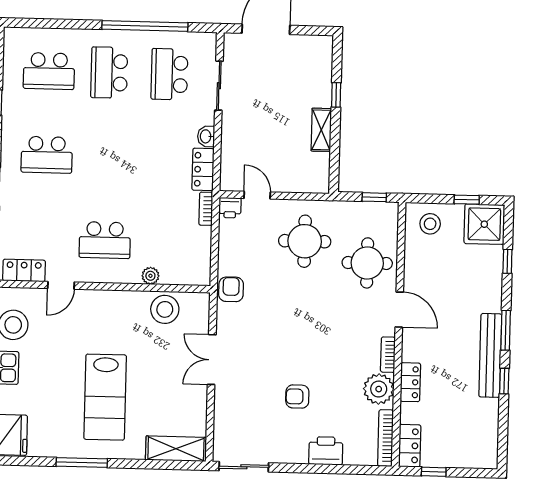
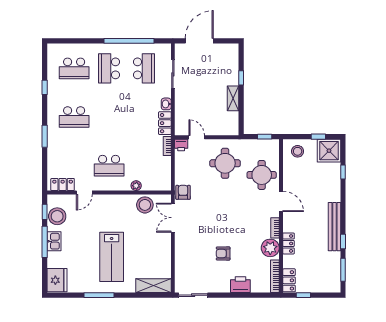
school desk: (169, 74) -> (144, 68), turned 180
window: (506, 330) -> (343, 270), moved
double door: (212, 360) -> (173, 218), moved

